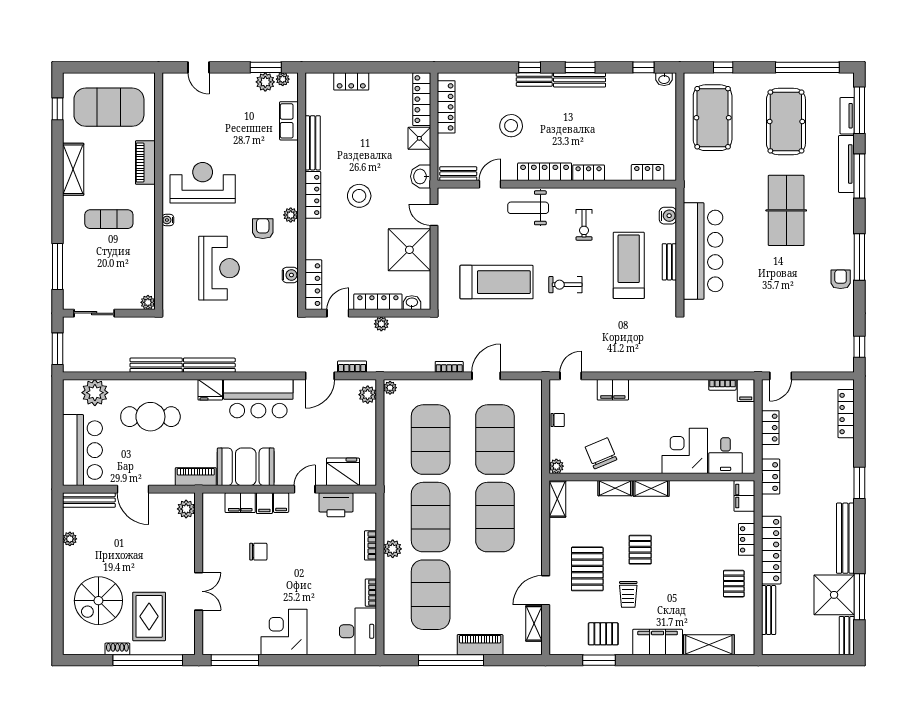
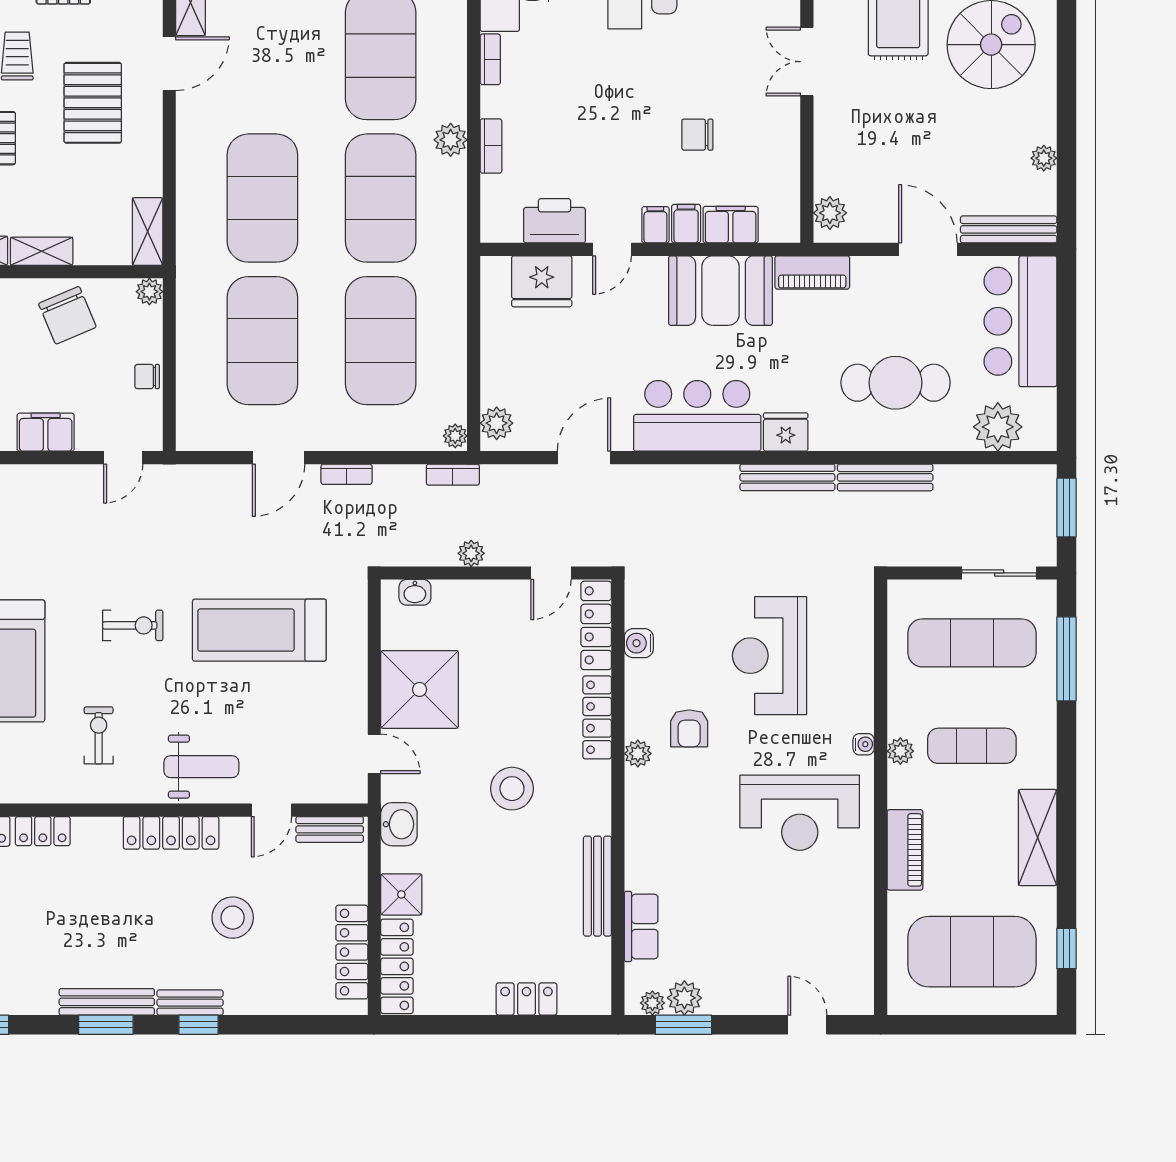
locker: (589, 173) -> (43, 831), moved
locker: (313, 195) -> (597, 717), moved
exercise mat: (109, 275) -> (972, 643), added
plant: (148, 302) -> (900, 751), moved
locker: (378, 302) -> (477, 594), removed
bookcase: (352, 367) -> (453, 475), moved

